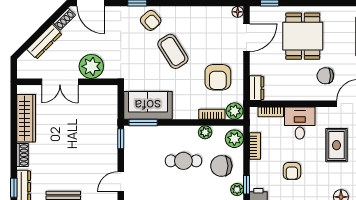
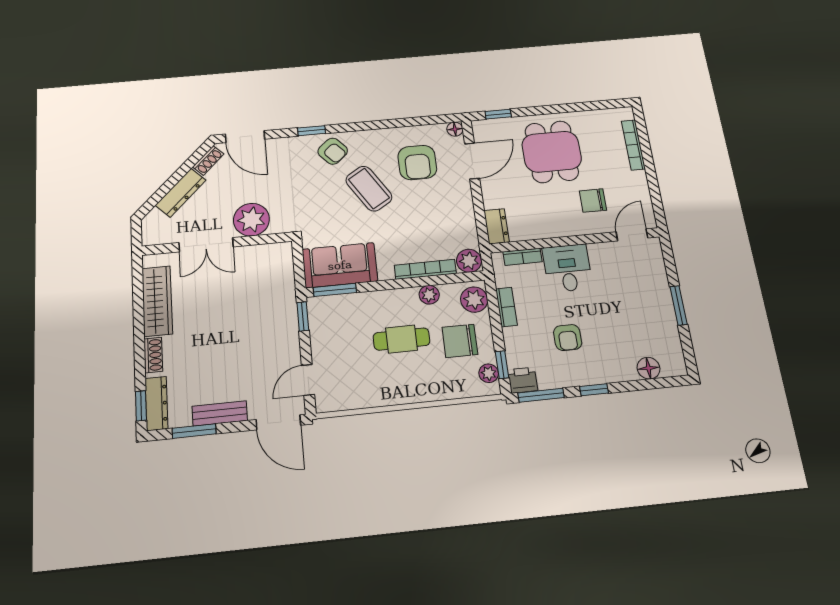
armchair: (218, 77) -> (417, 163), moved
bookcase: (212, 114) -> (425, 269), width x1.56
rug: (337, 145) -> (627, 294), removed

